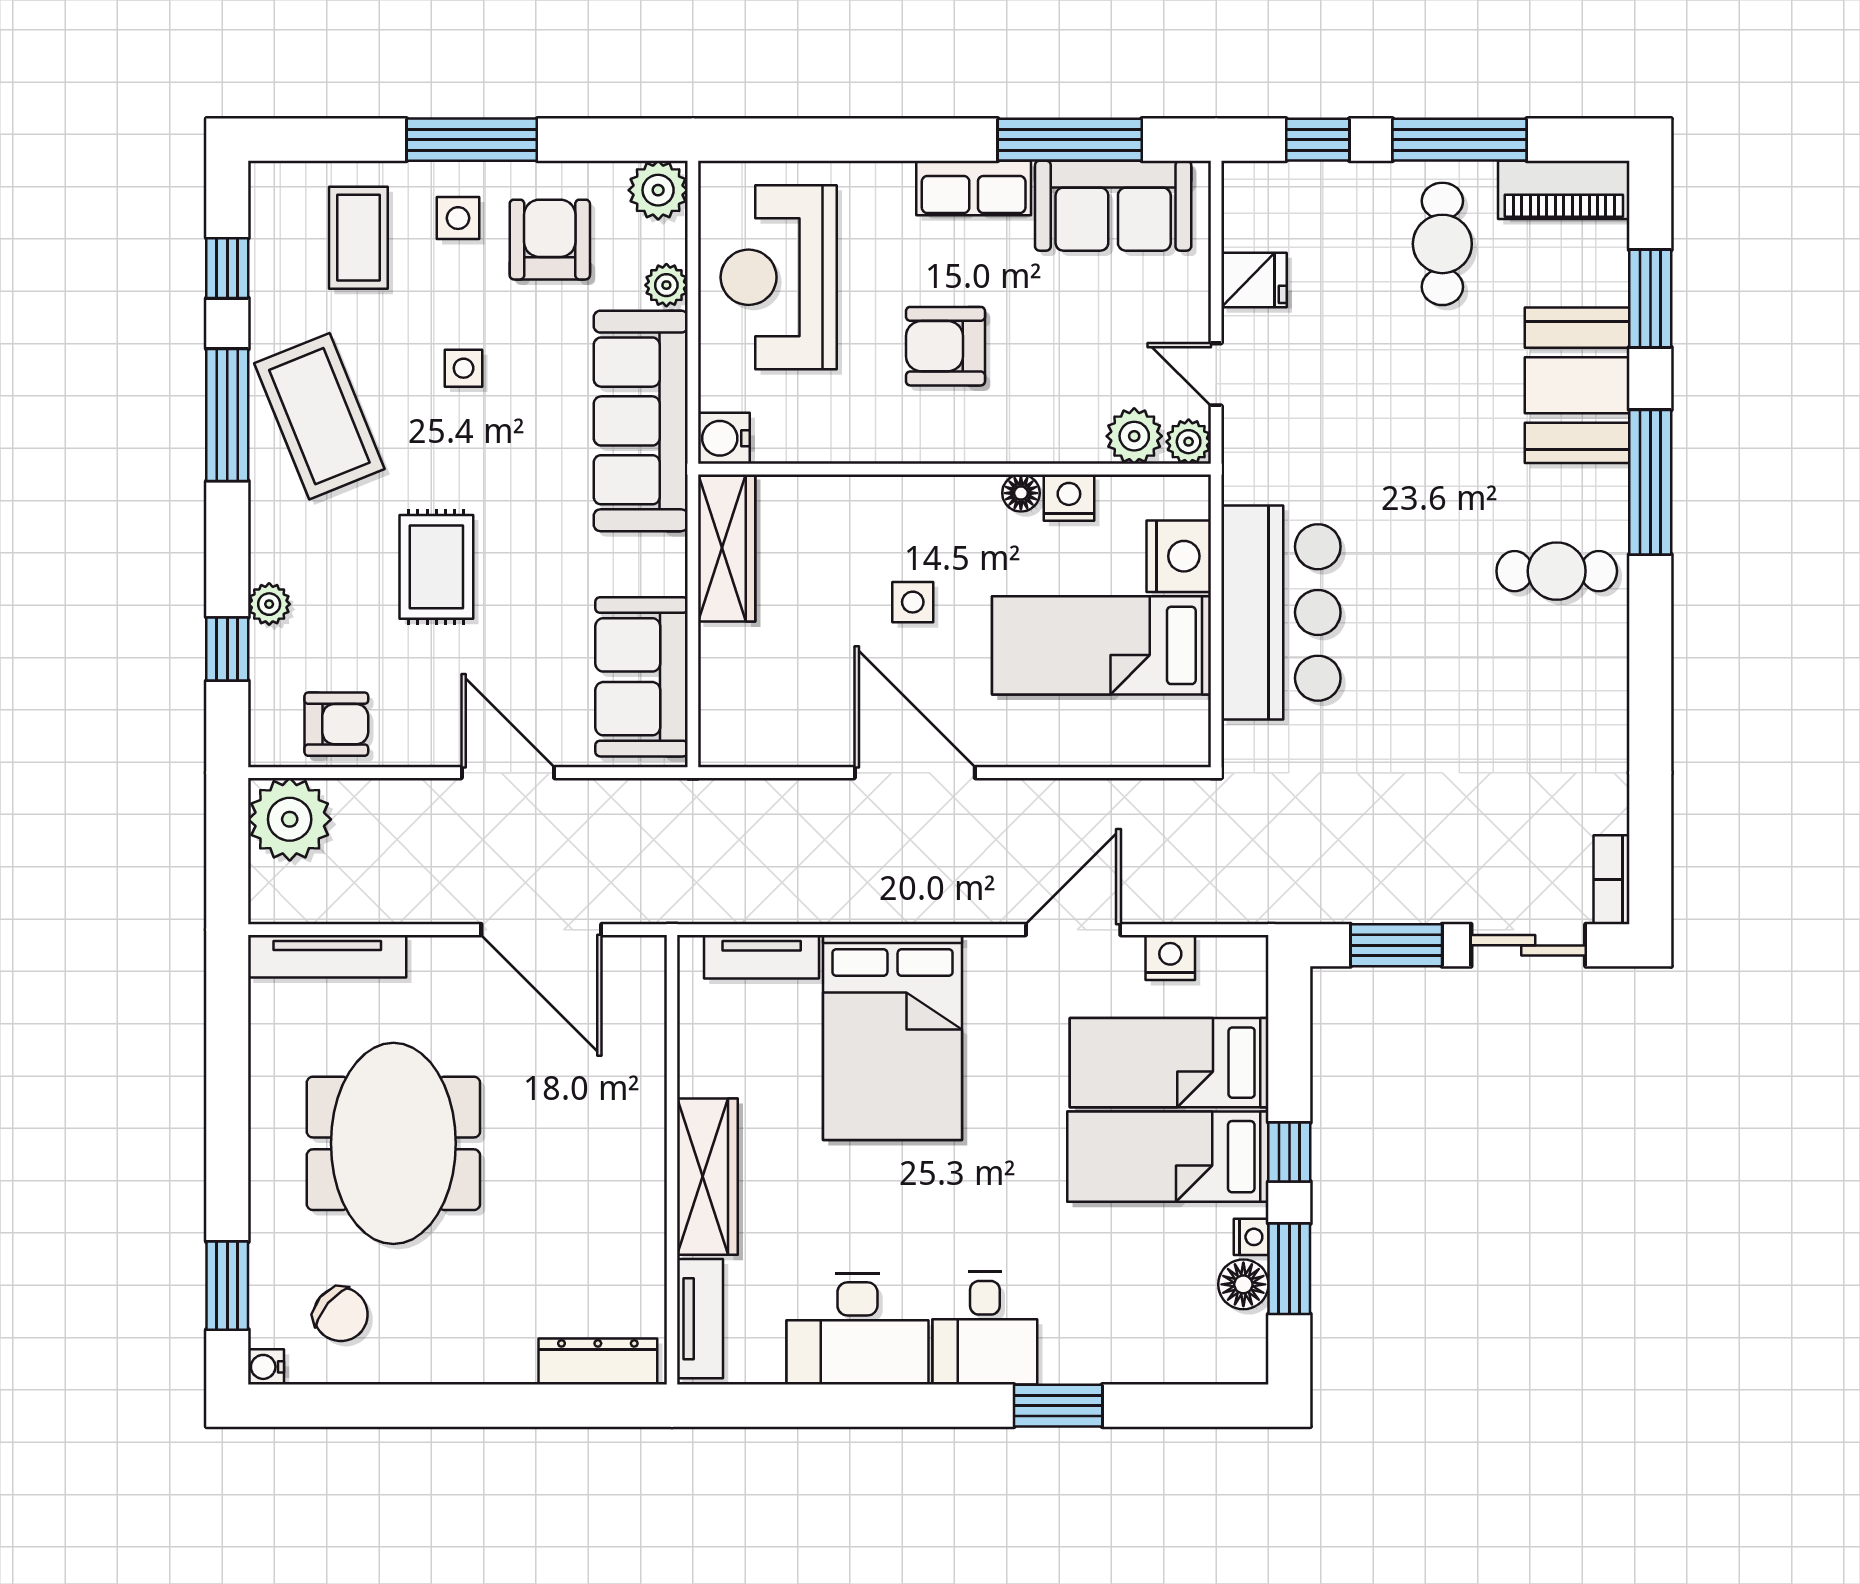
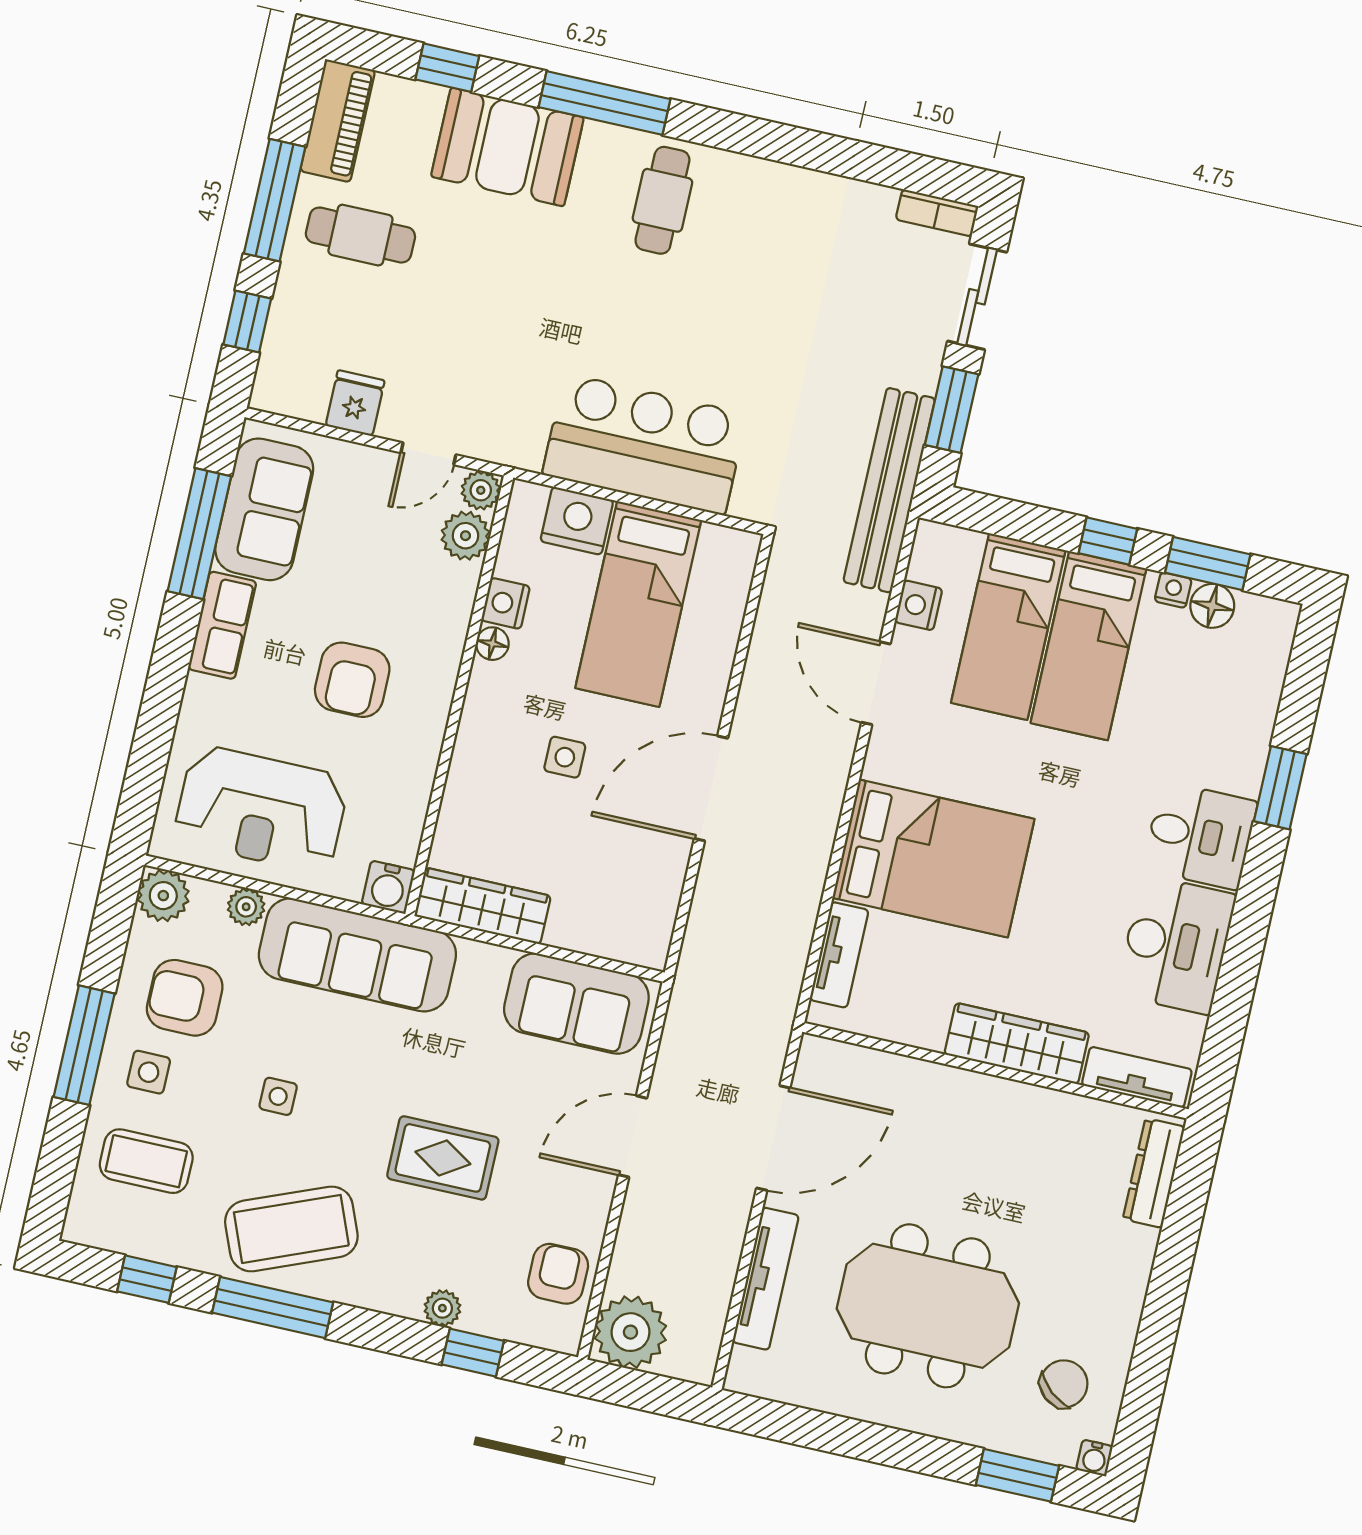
window: (1650, 299) -> (447, 68), width x0.67
bench: (1291, 896) -> (889, 490), added
tv unit: (327, 956) -> (766, 1279), moved

